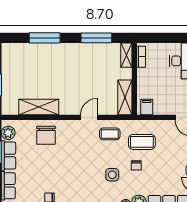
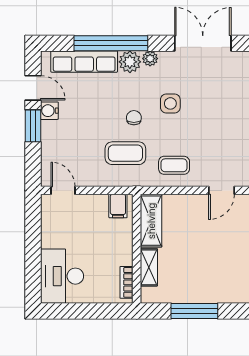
shelving: (126, 55) -> (149, 267), moved
door: (89, 117) -> (221, 190), moved

